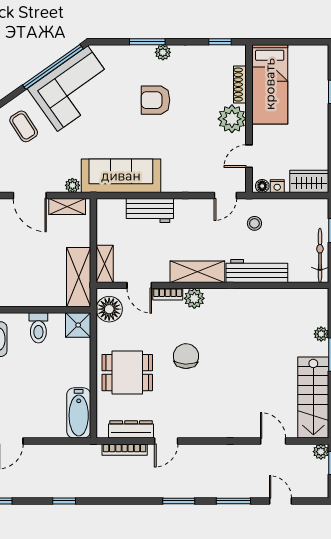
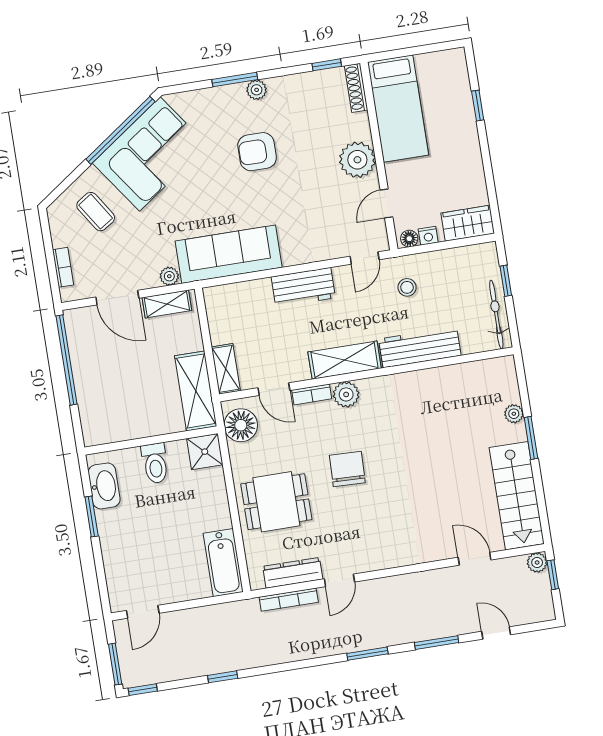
shoe rack: (240, 85) -> (356, 88), moved
workbench: (150, 210) -> (303, 287), moved

